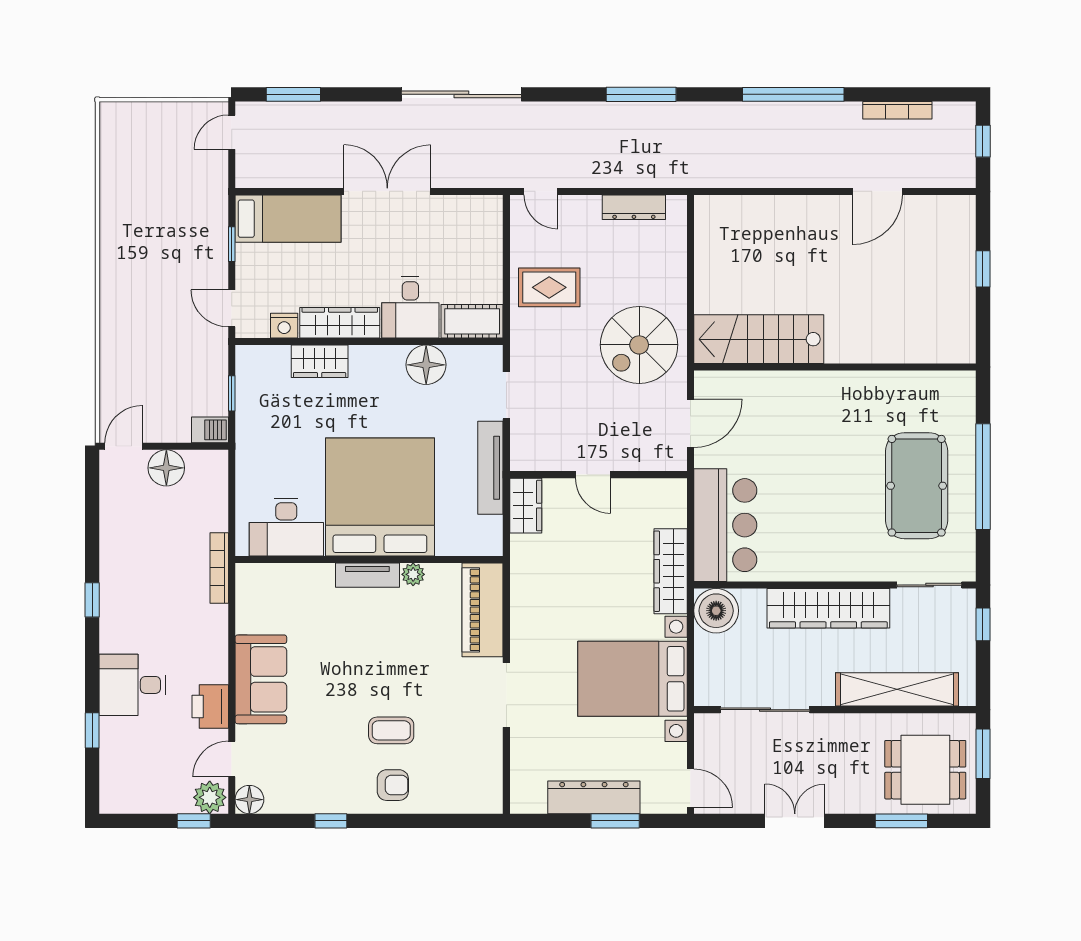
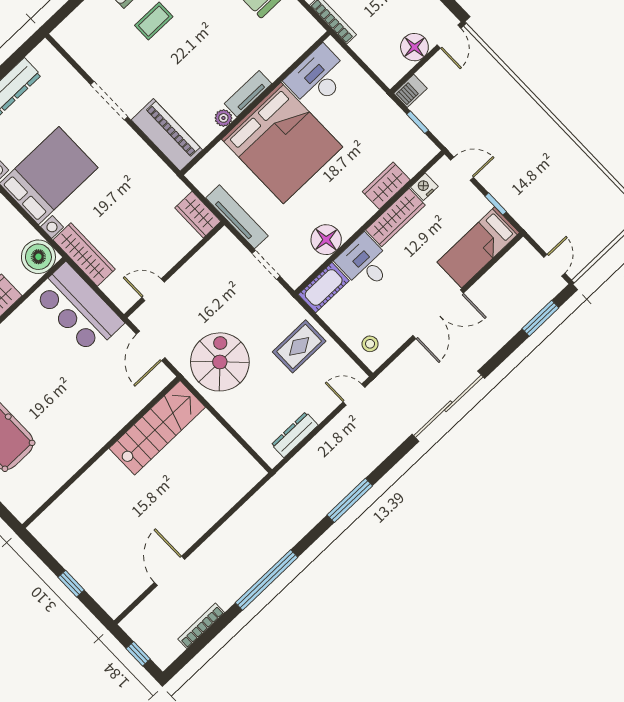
stool: (479, 225) -> (370, 344), added
door: (593, 475) -> (153, 290), moved

